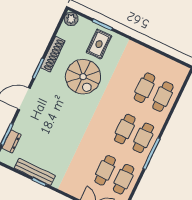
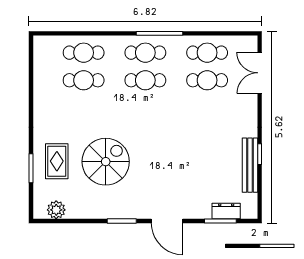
plant: (71, 19) -> (56, 210), moved
rug: (99, 44) -> (57, 161), turned 90
shoe rack: (53, 54) -> (96, 212), removed

